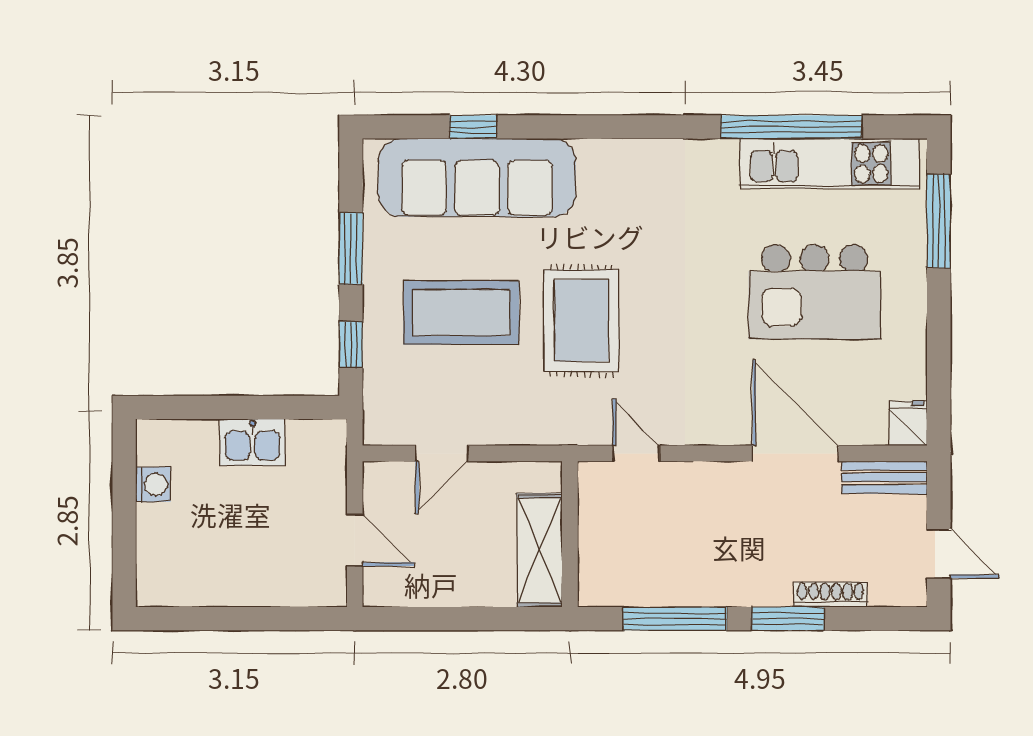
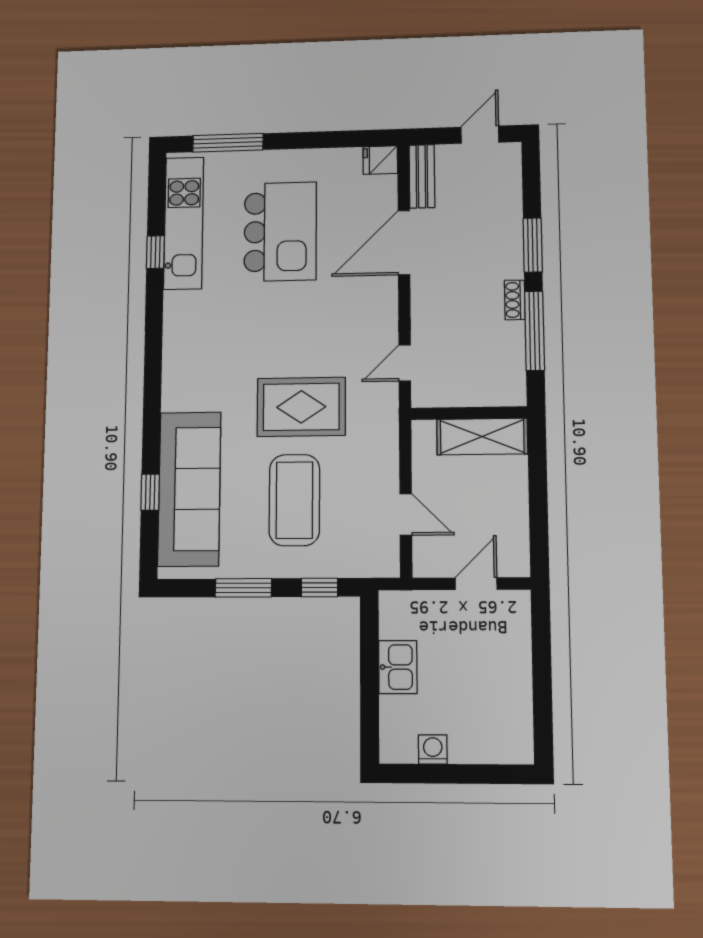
window: (791, 127) -> (155, 252), width x0.32
shoe rack: (831, 595) -> (515, 300), moved, width x0.70

